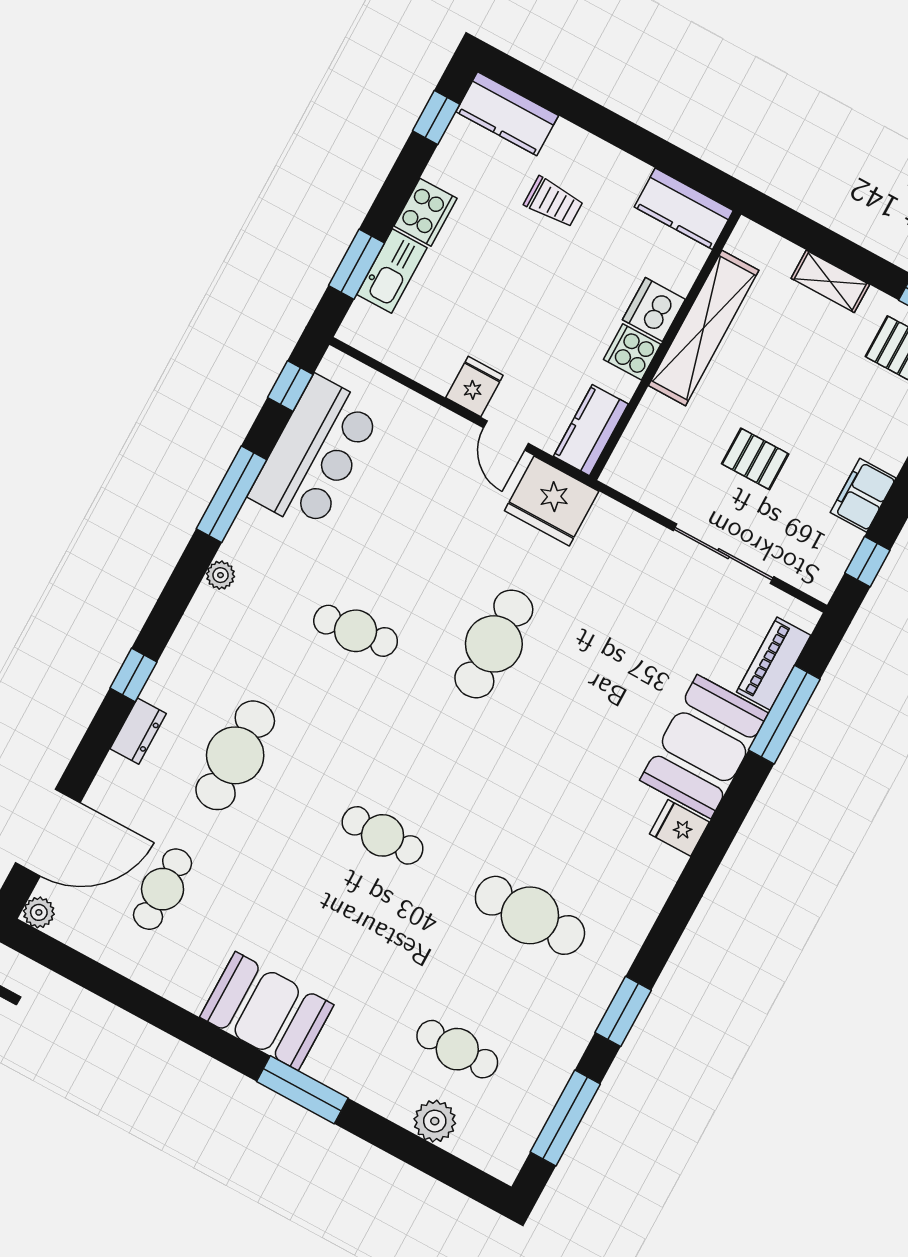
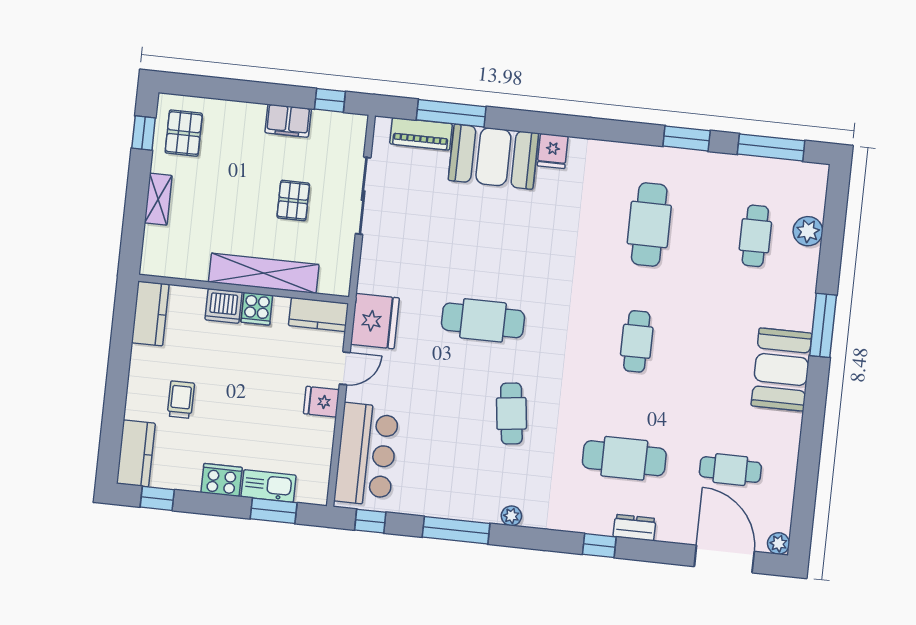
shelving: (704, 328) -> (264, 273), moved
bar counter: (315, 454) -> (366, 454), moved, turned 90

